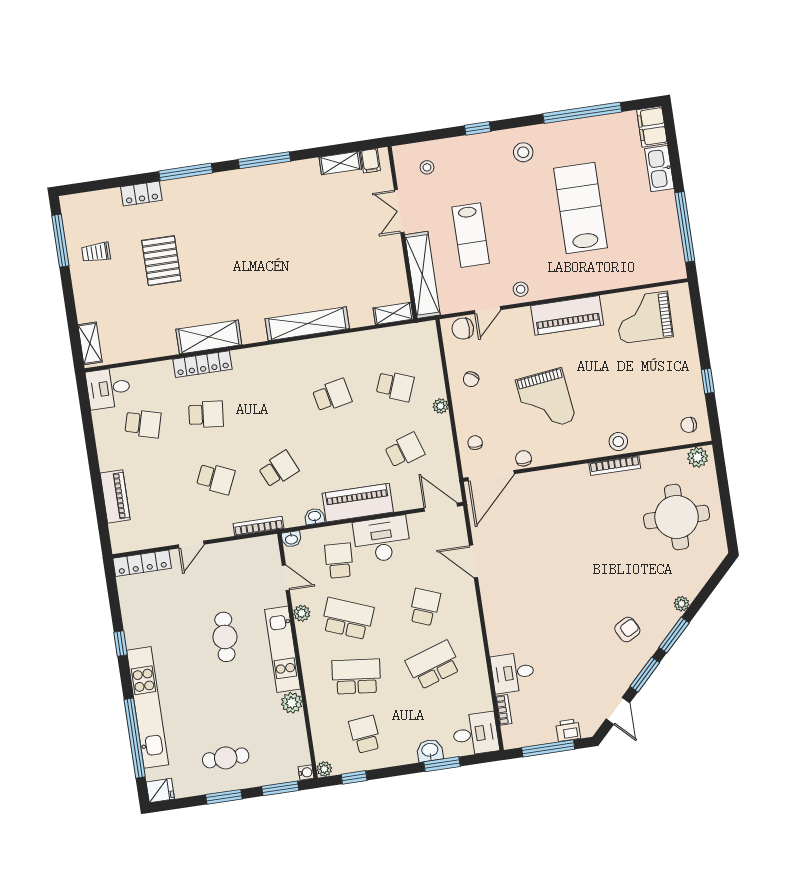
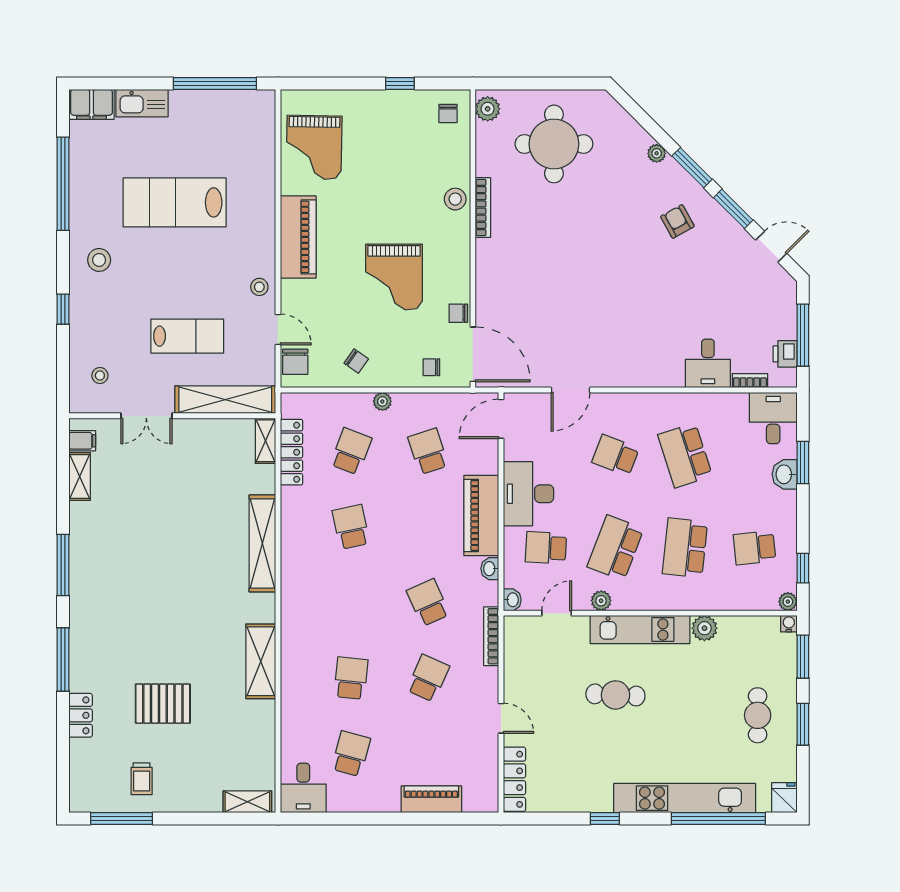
locker: (202, 364) -> (291, 452), moved
grand piano: (546, 400) -> (394, 277), turned 97
printer: (568, 730) -> (785, 354), moved

